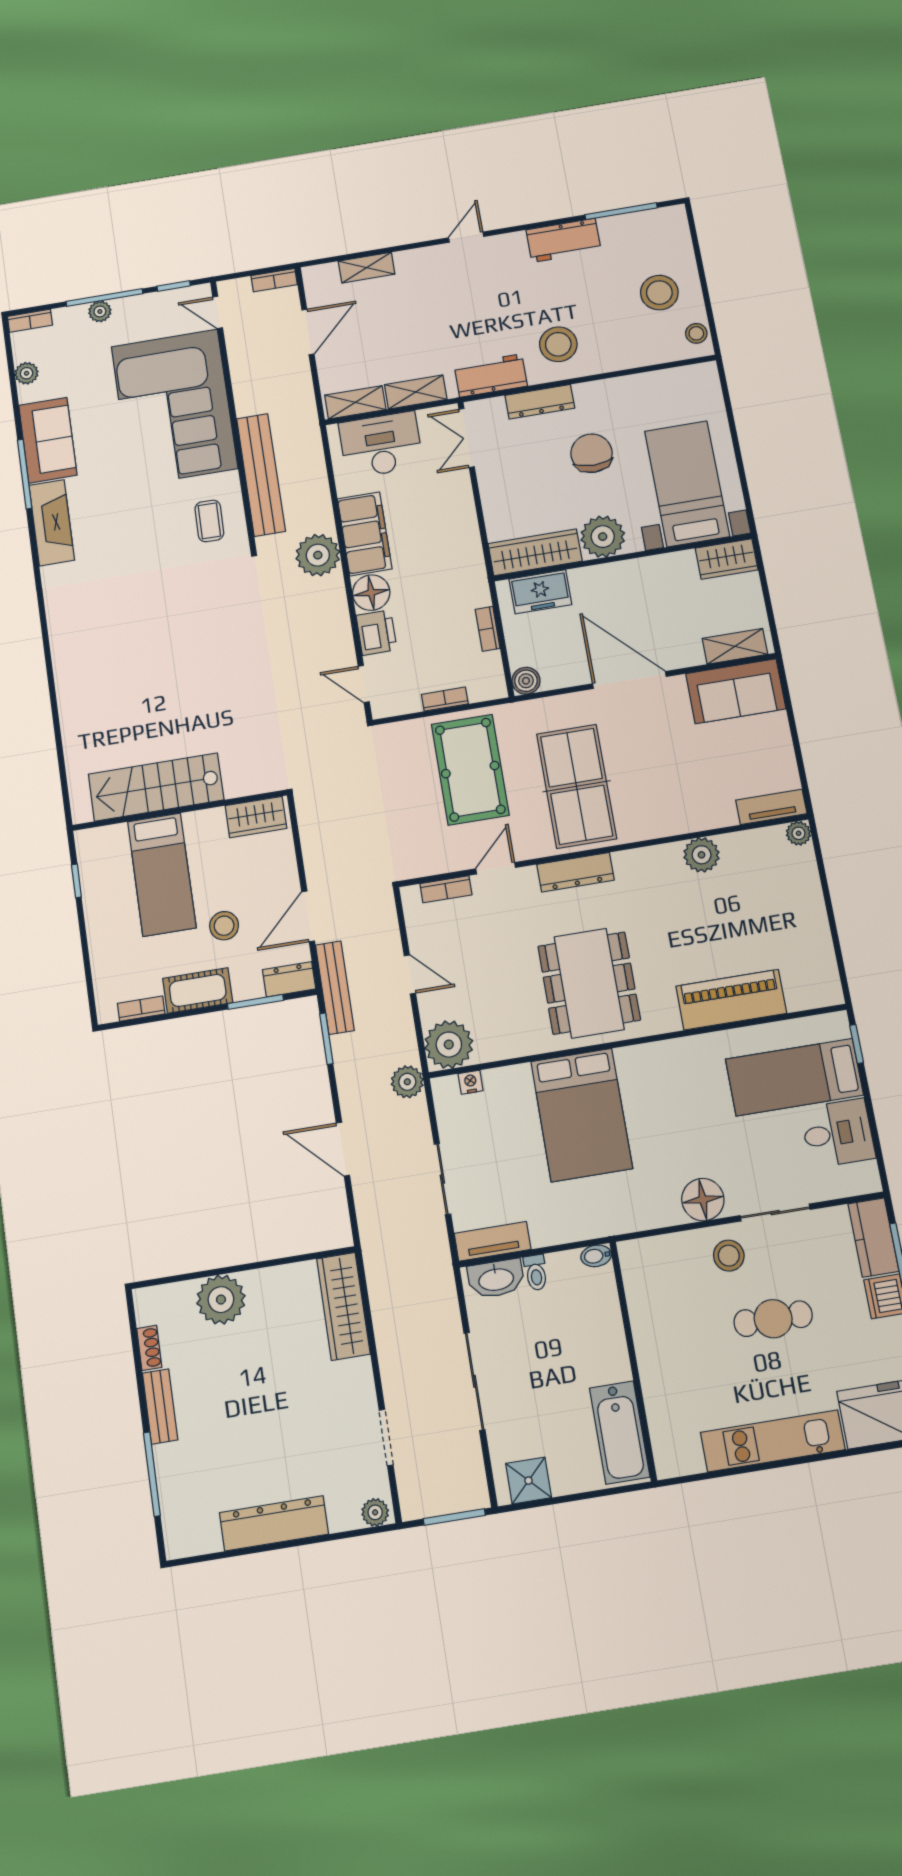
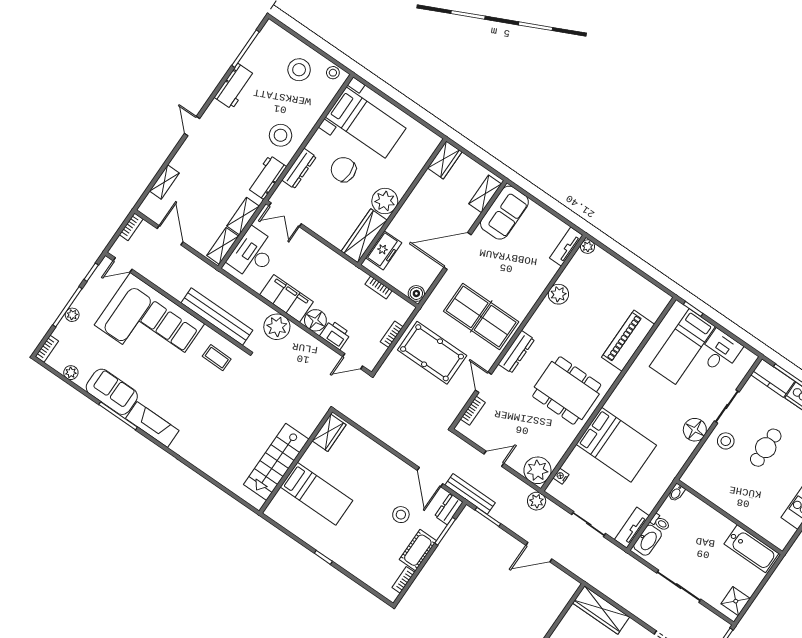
bed with nightstands: (687, 484) -> (366, 123), moved, turned 180
stairs: (156, 787) -> (276, 462), moved
wall: (180, 810) -> (296, 461), moved
wardrobe: (256, 817) -> (329, 433), moved
bed: (162, 875) -> (316, 494), moved

